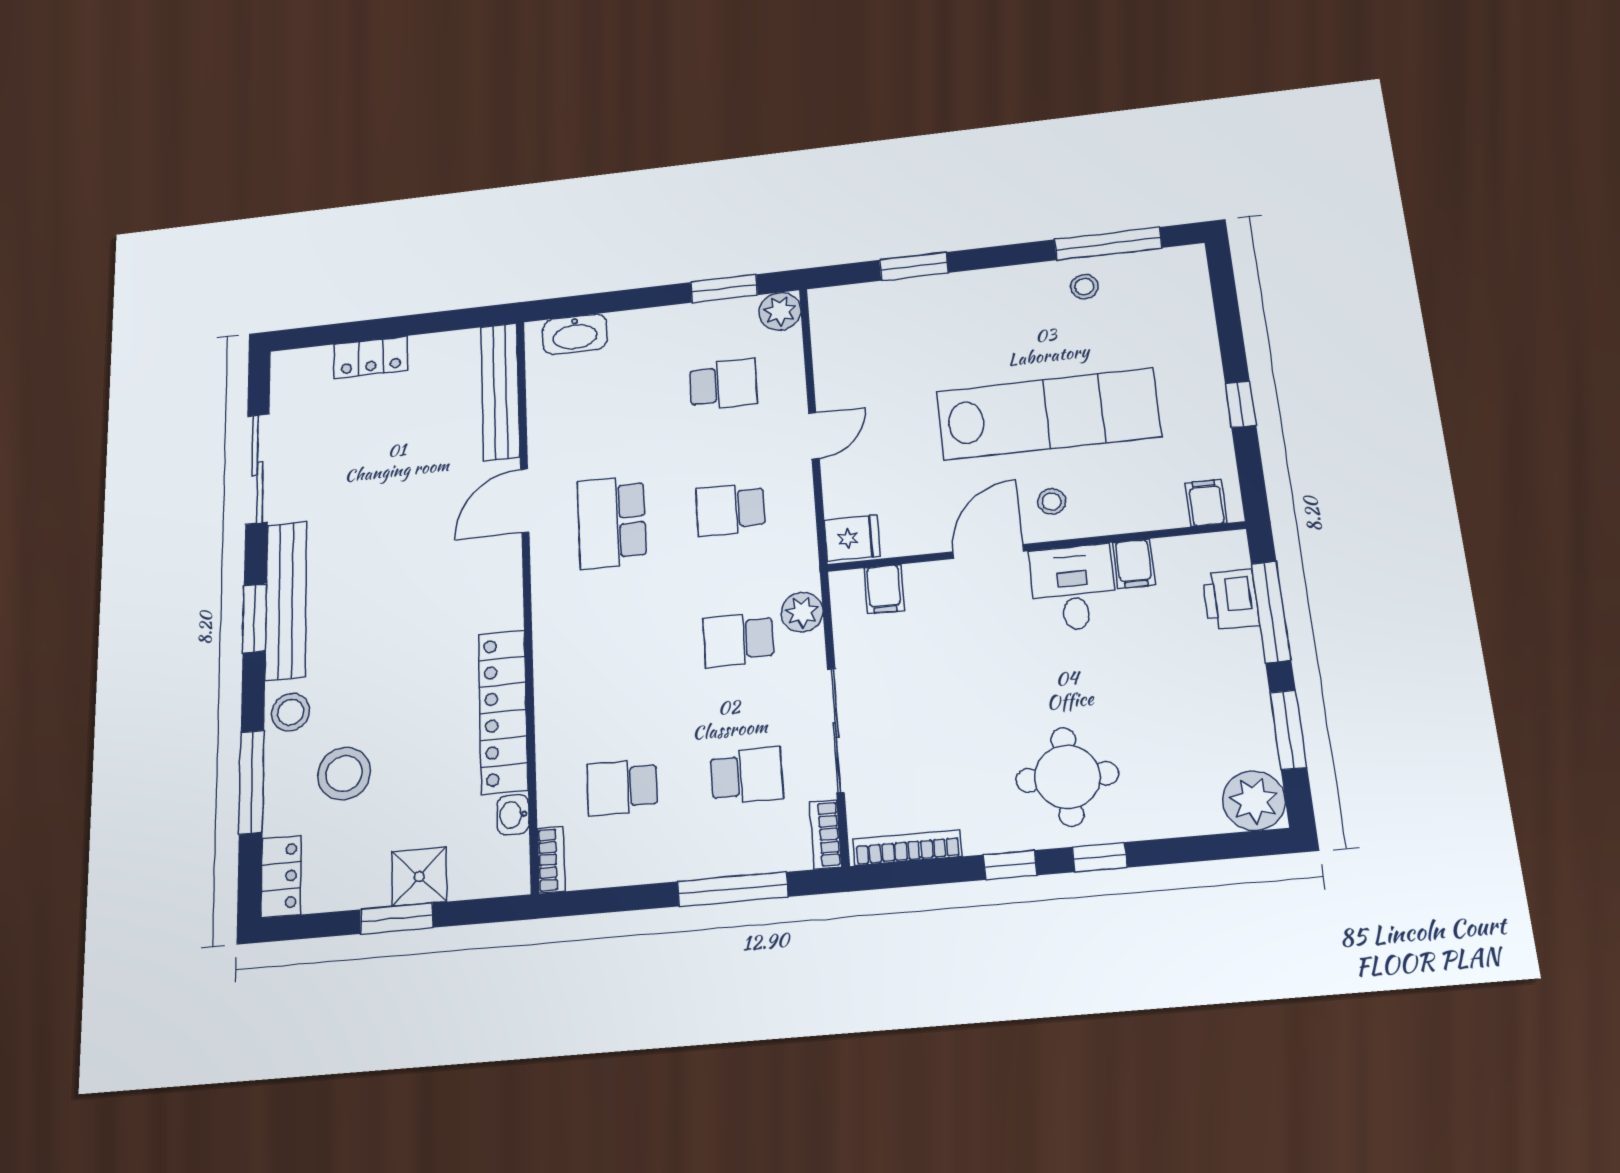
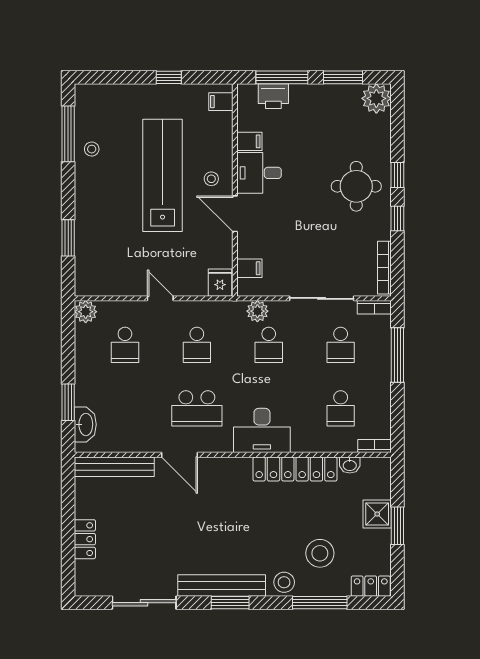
window: (724, 289) -> (68, 402), moved
school desk: (723, 384) -> (125, 345), turned 180
desk: (574, 643) -> (262, 430), added
school desk: (747, 775) -> (341, 345), turned 180

